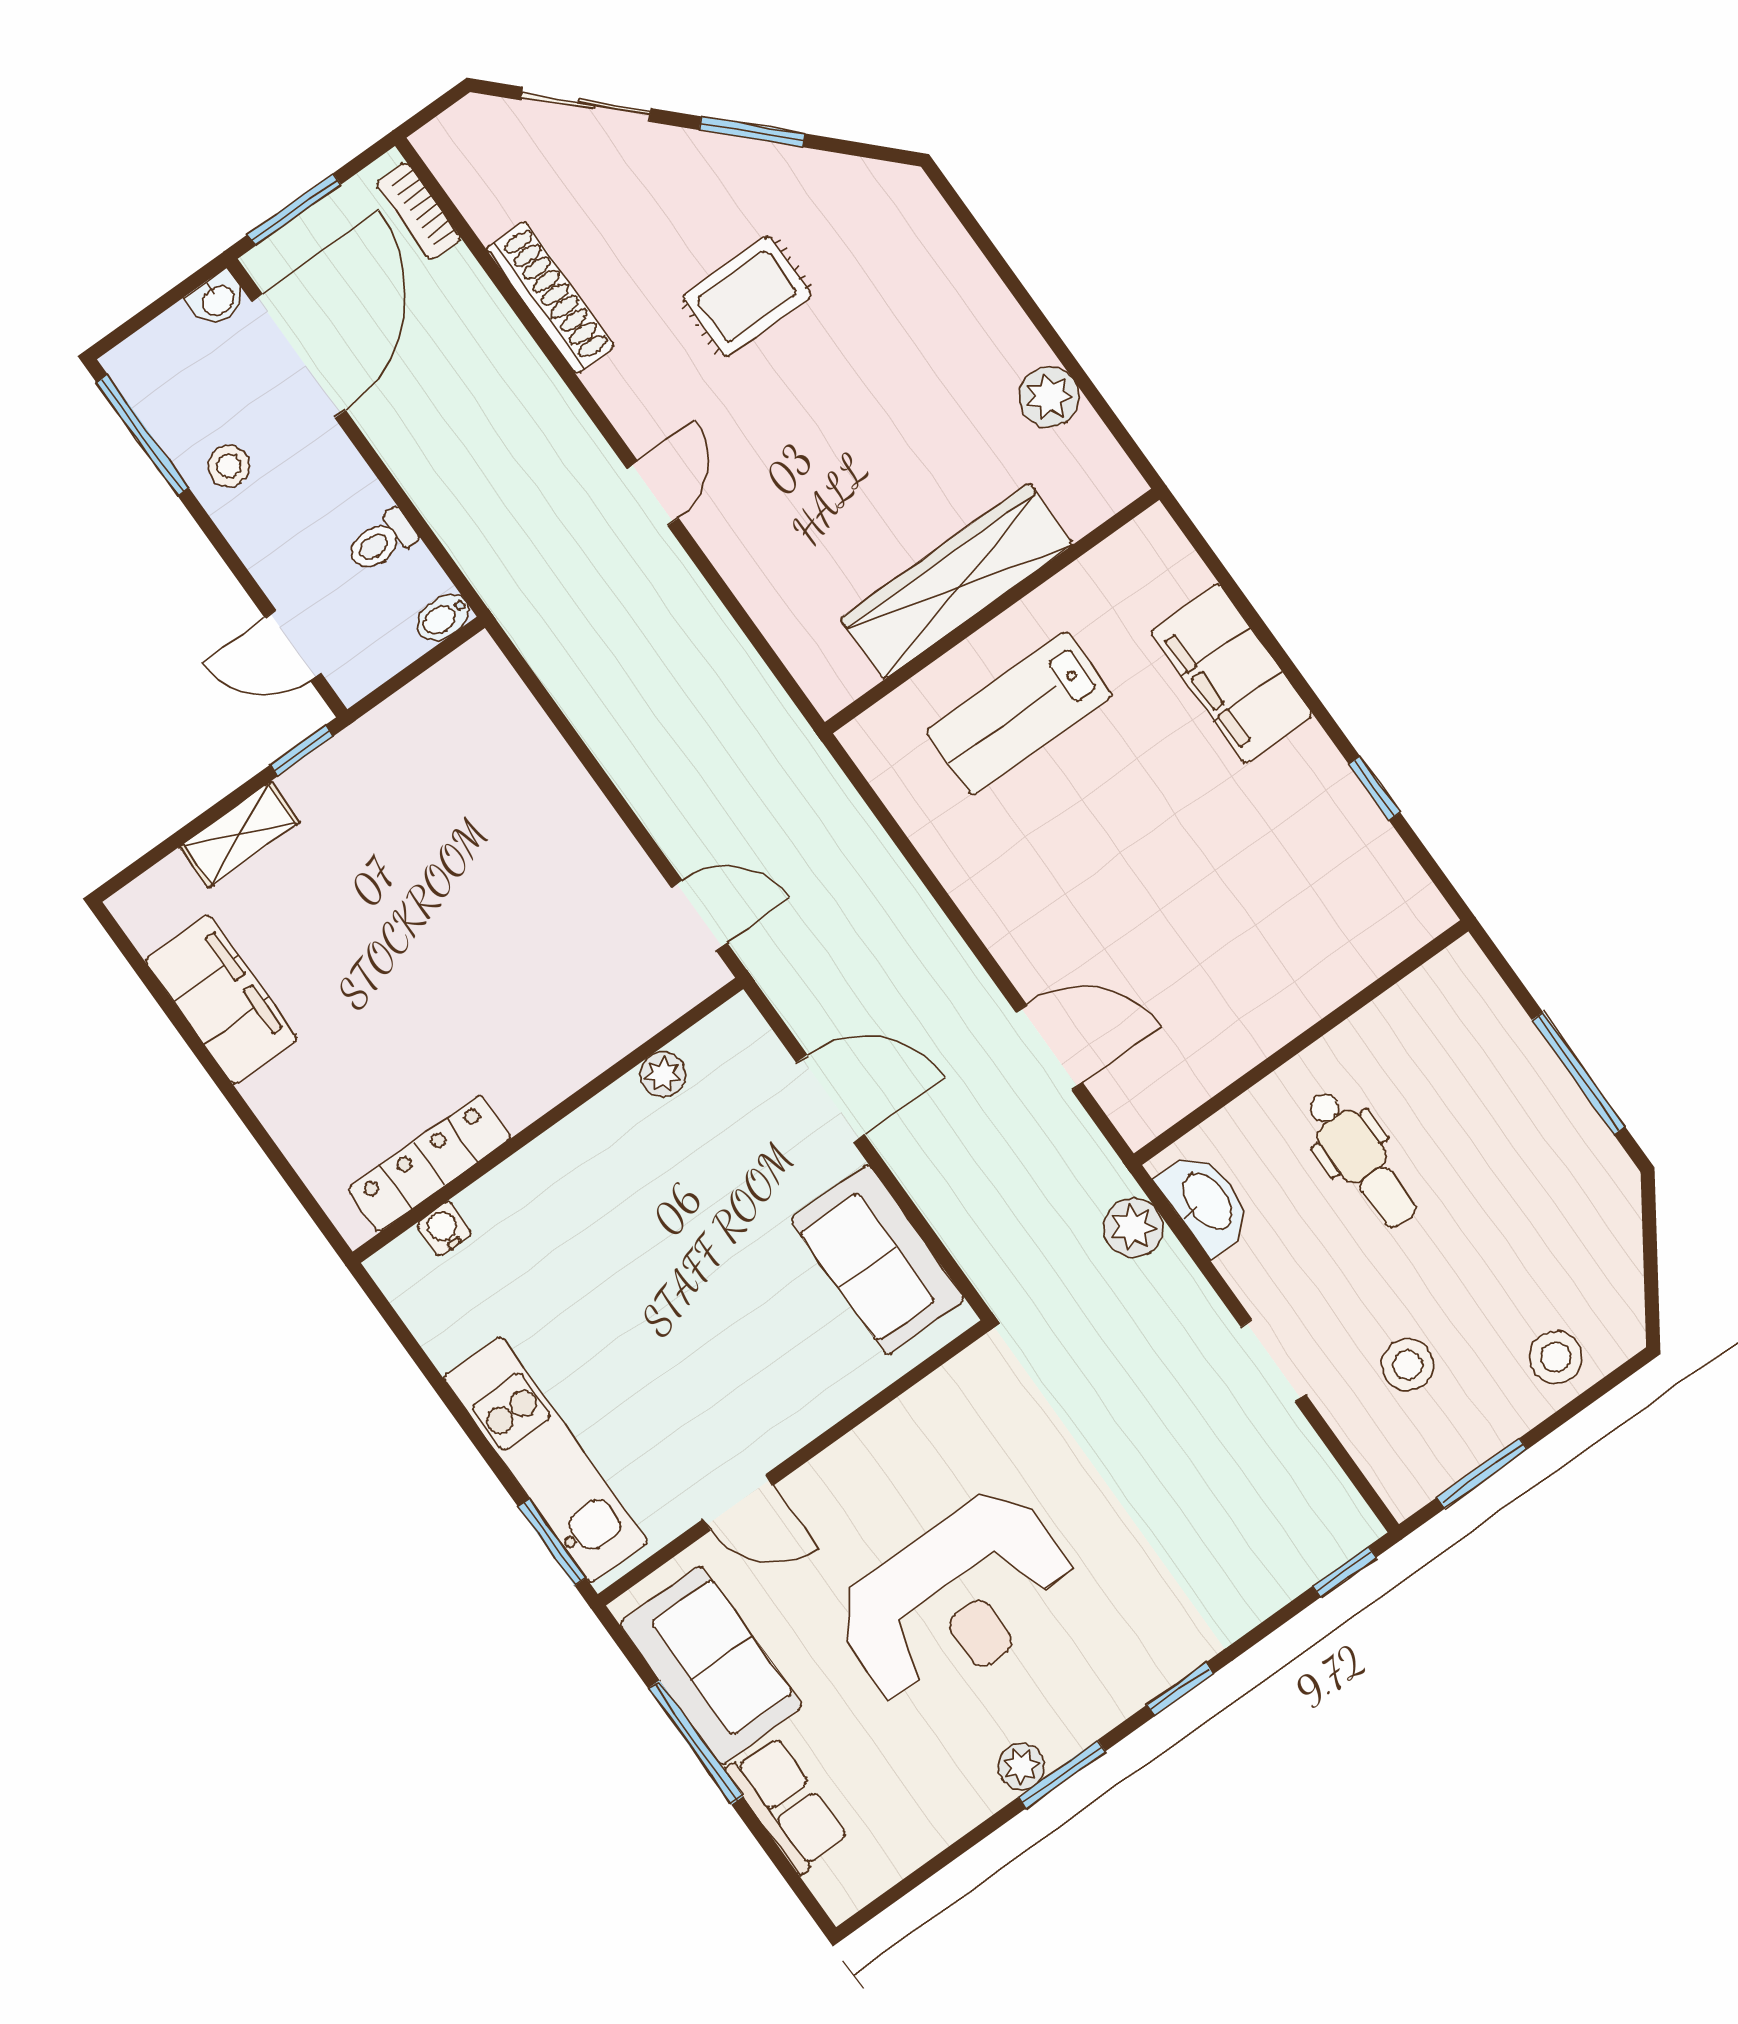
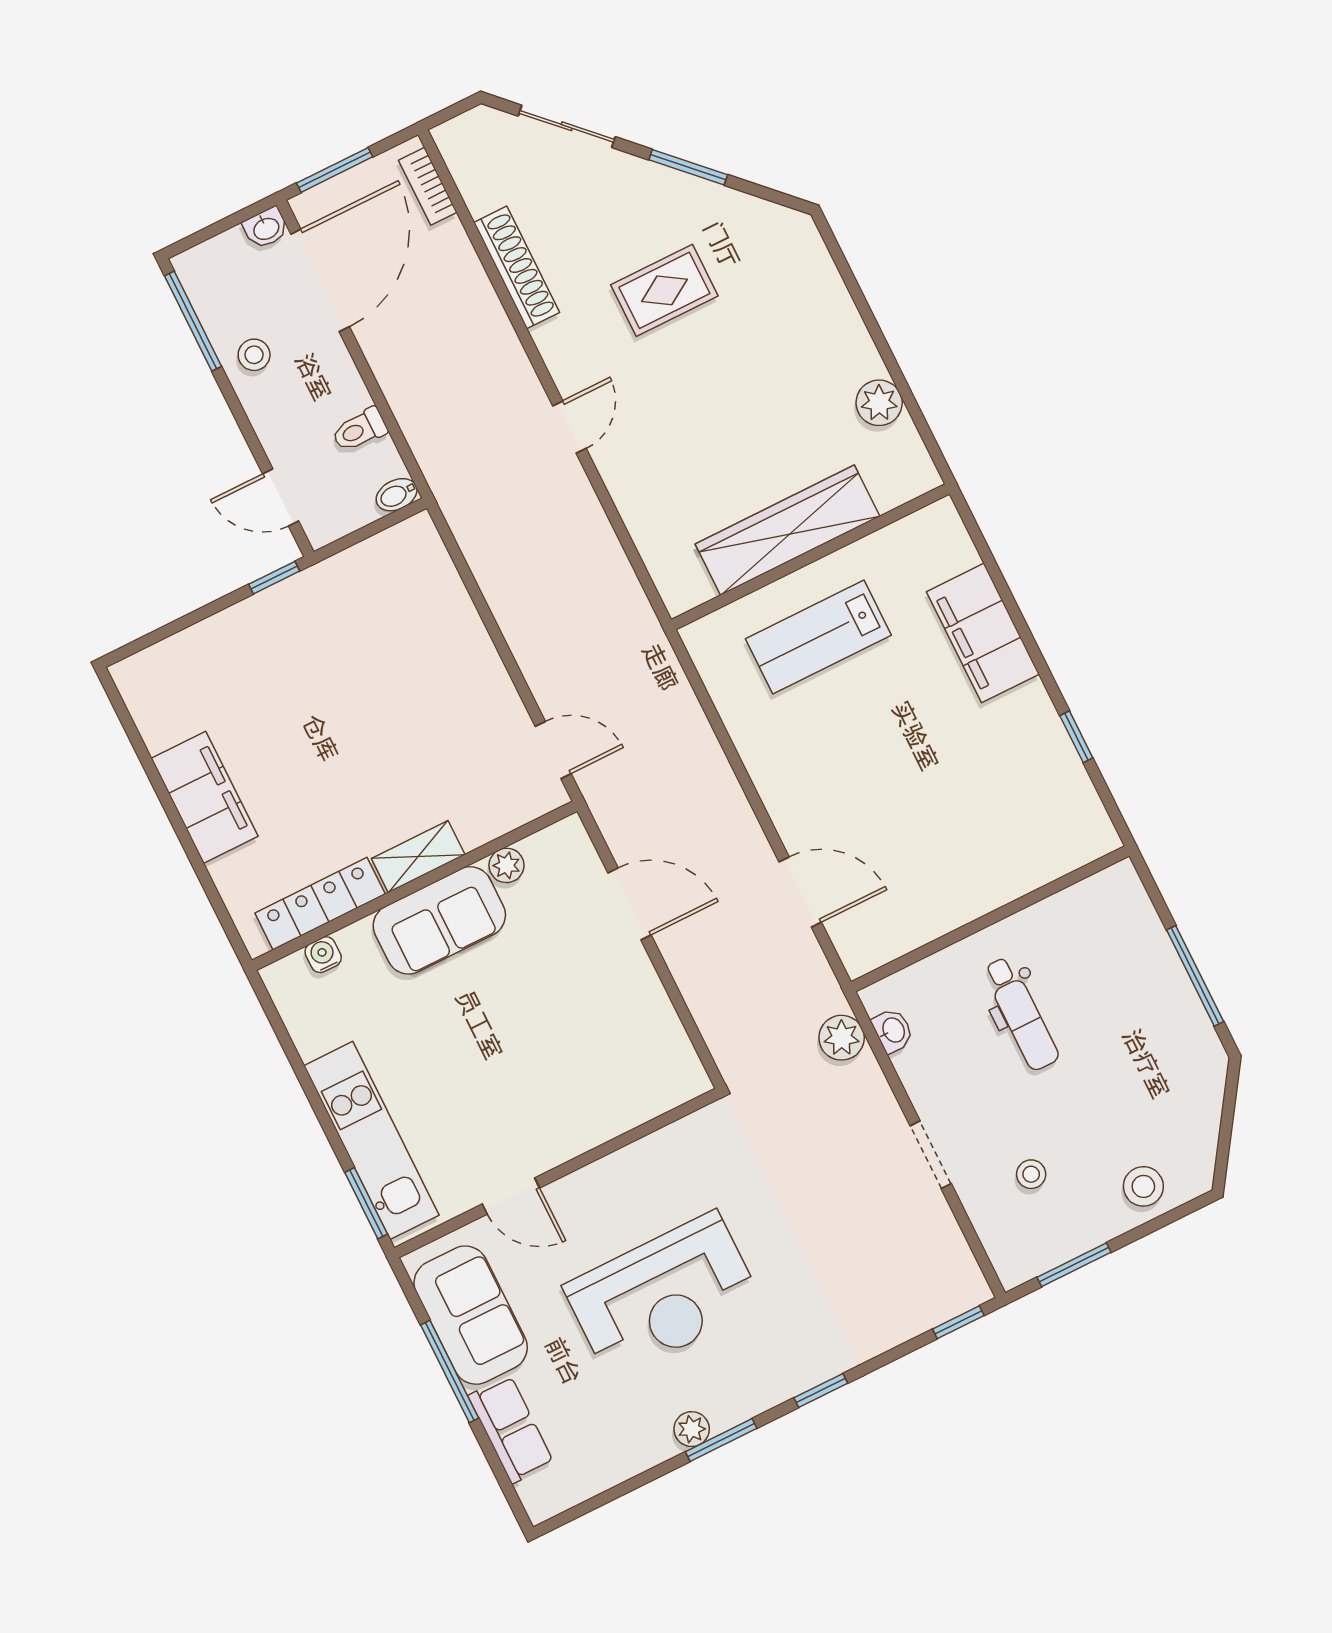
shelving: (240, 835) -> (418, 857), moved
filing cabinet: (221, 999) -> (205, 797), moved
washbasin: (1206, 1202) -> (893, 1030), width x0.52, depth x0.69
sofa: (878, 1260) -> (439, 920), moved, turned -90
stool: (1408, 1365) -> (1031, 1174), width x0.73, depth x0.73

